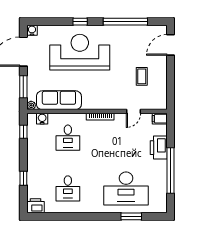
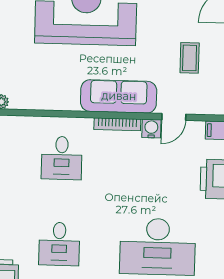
sofa: (59, 100) -> (119, 96), moved
water cooler: (42, 119) -> (151, 129), moved

